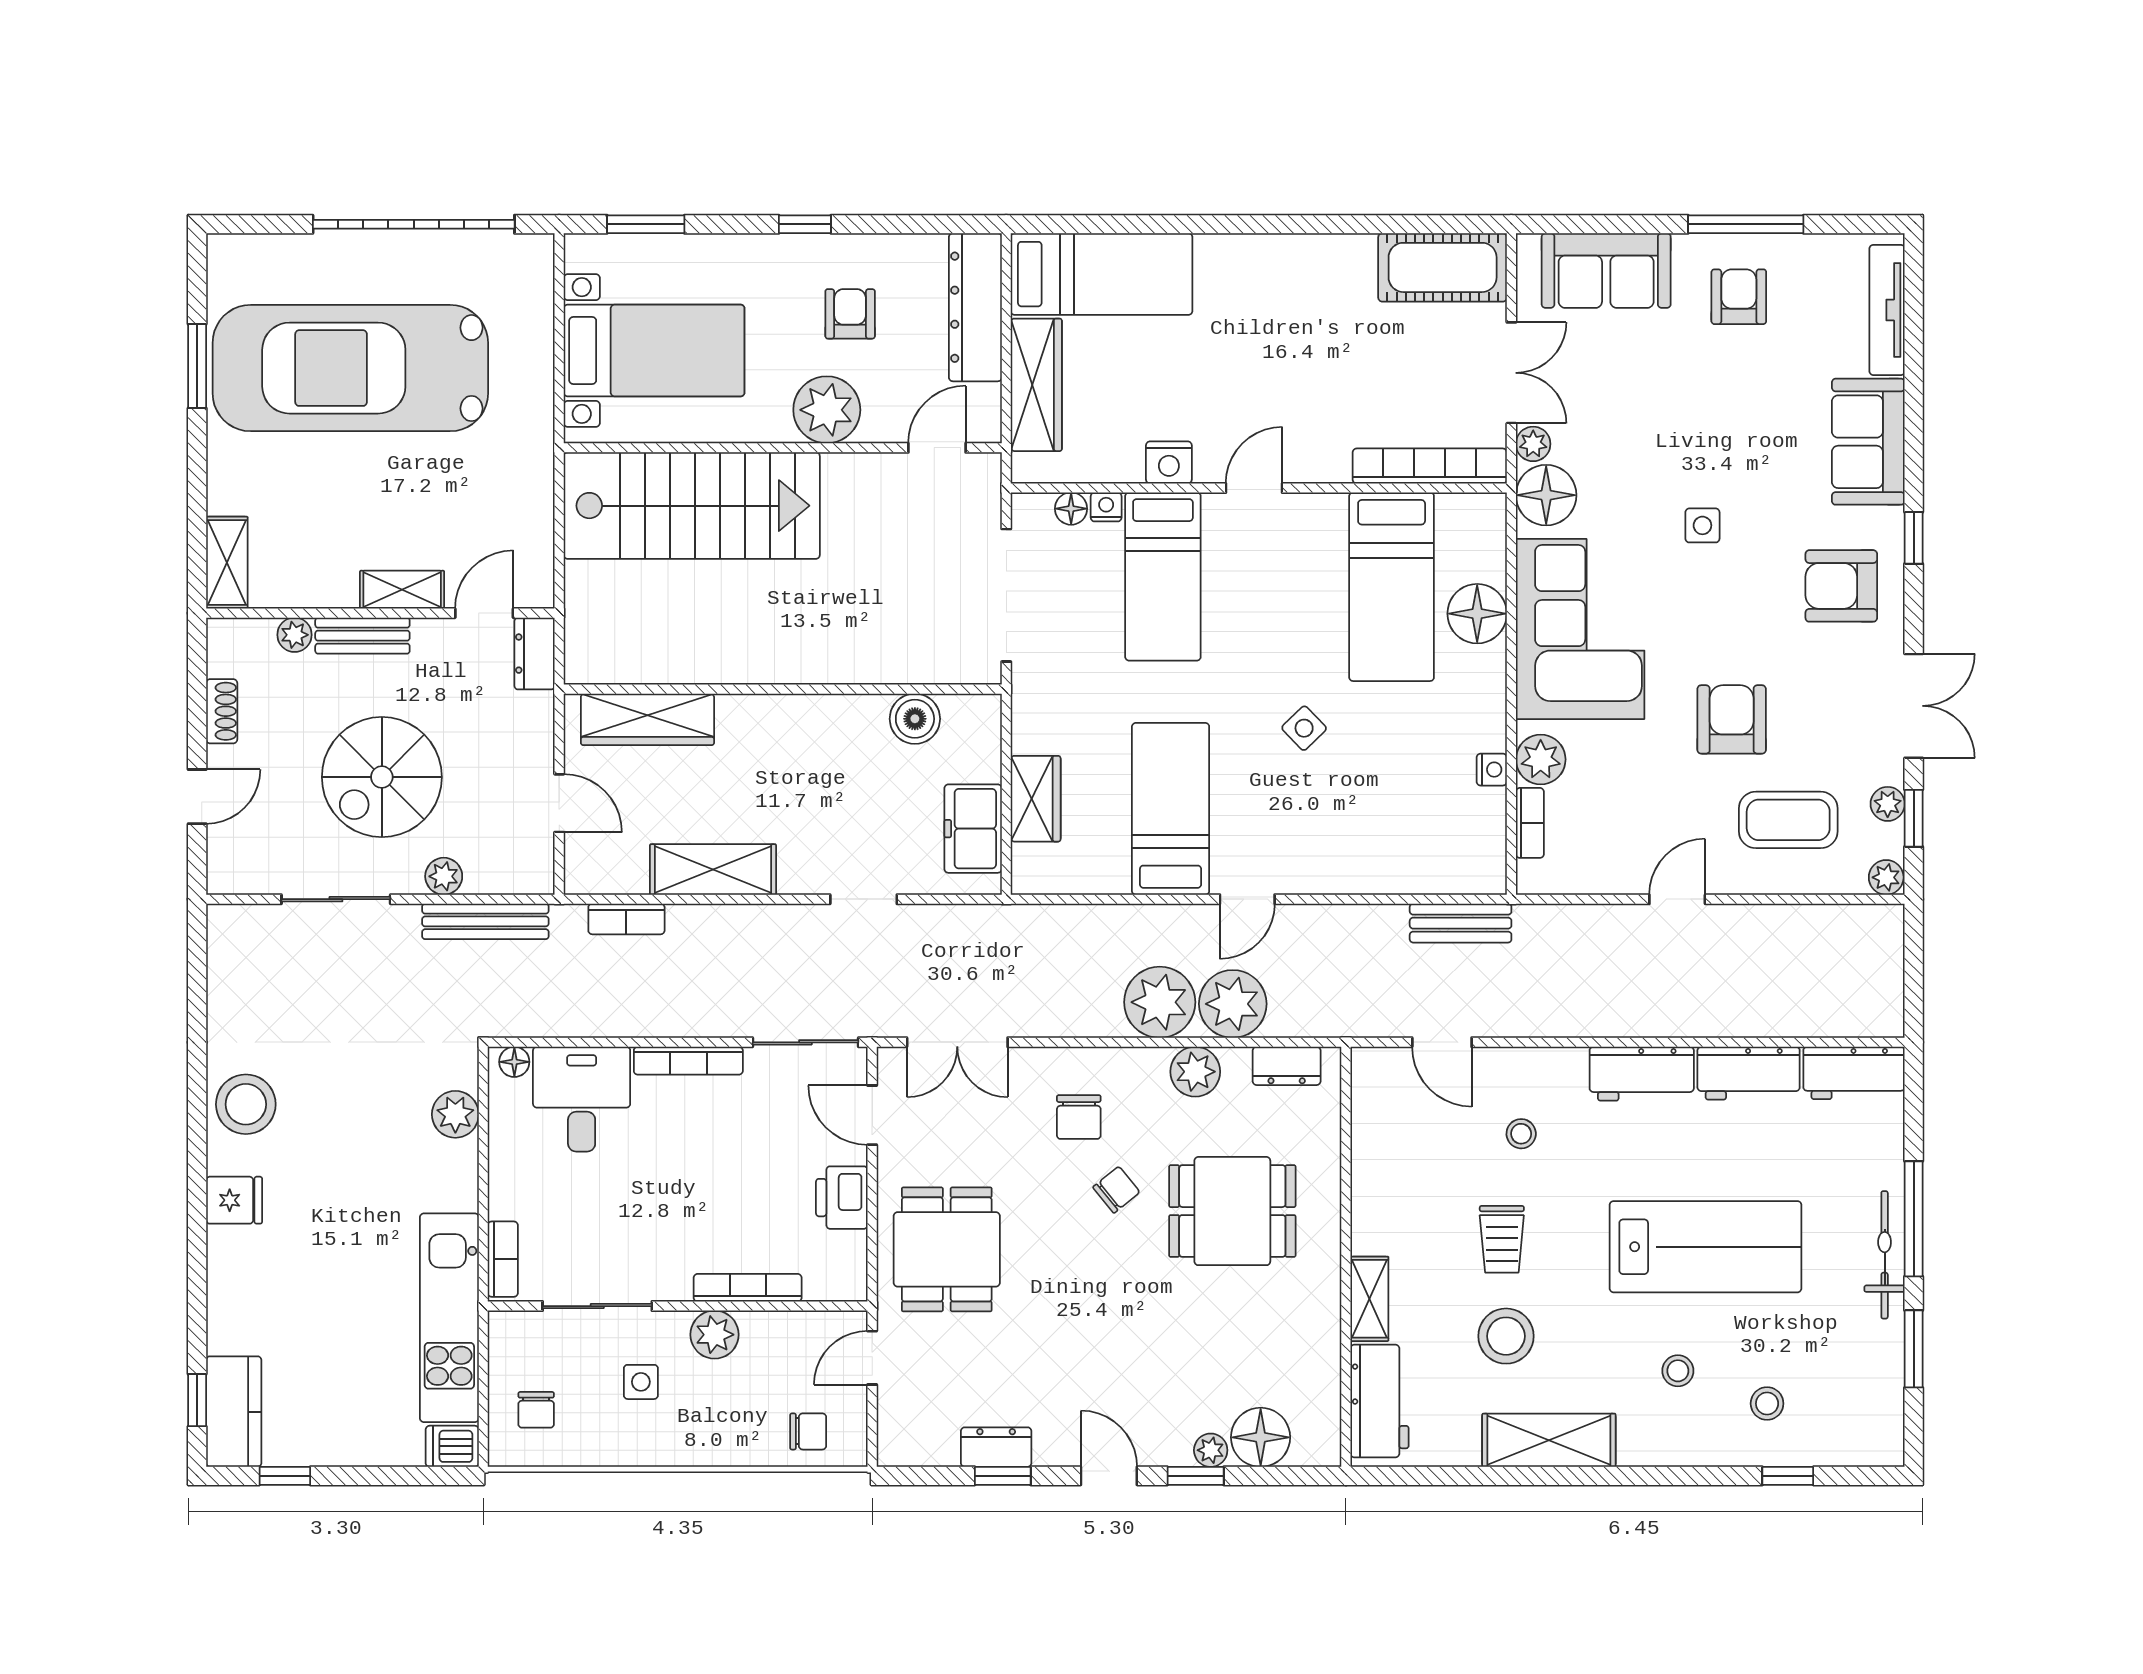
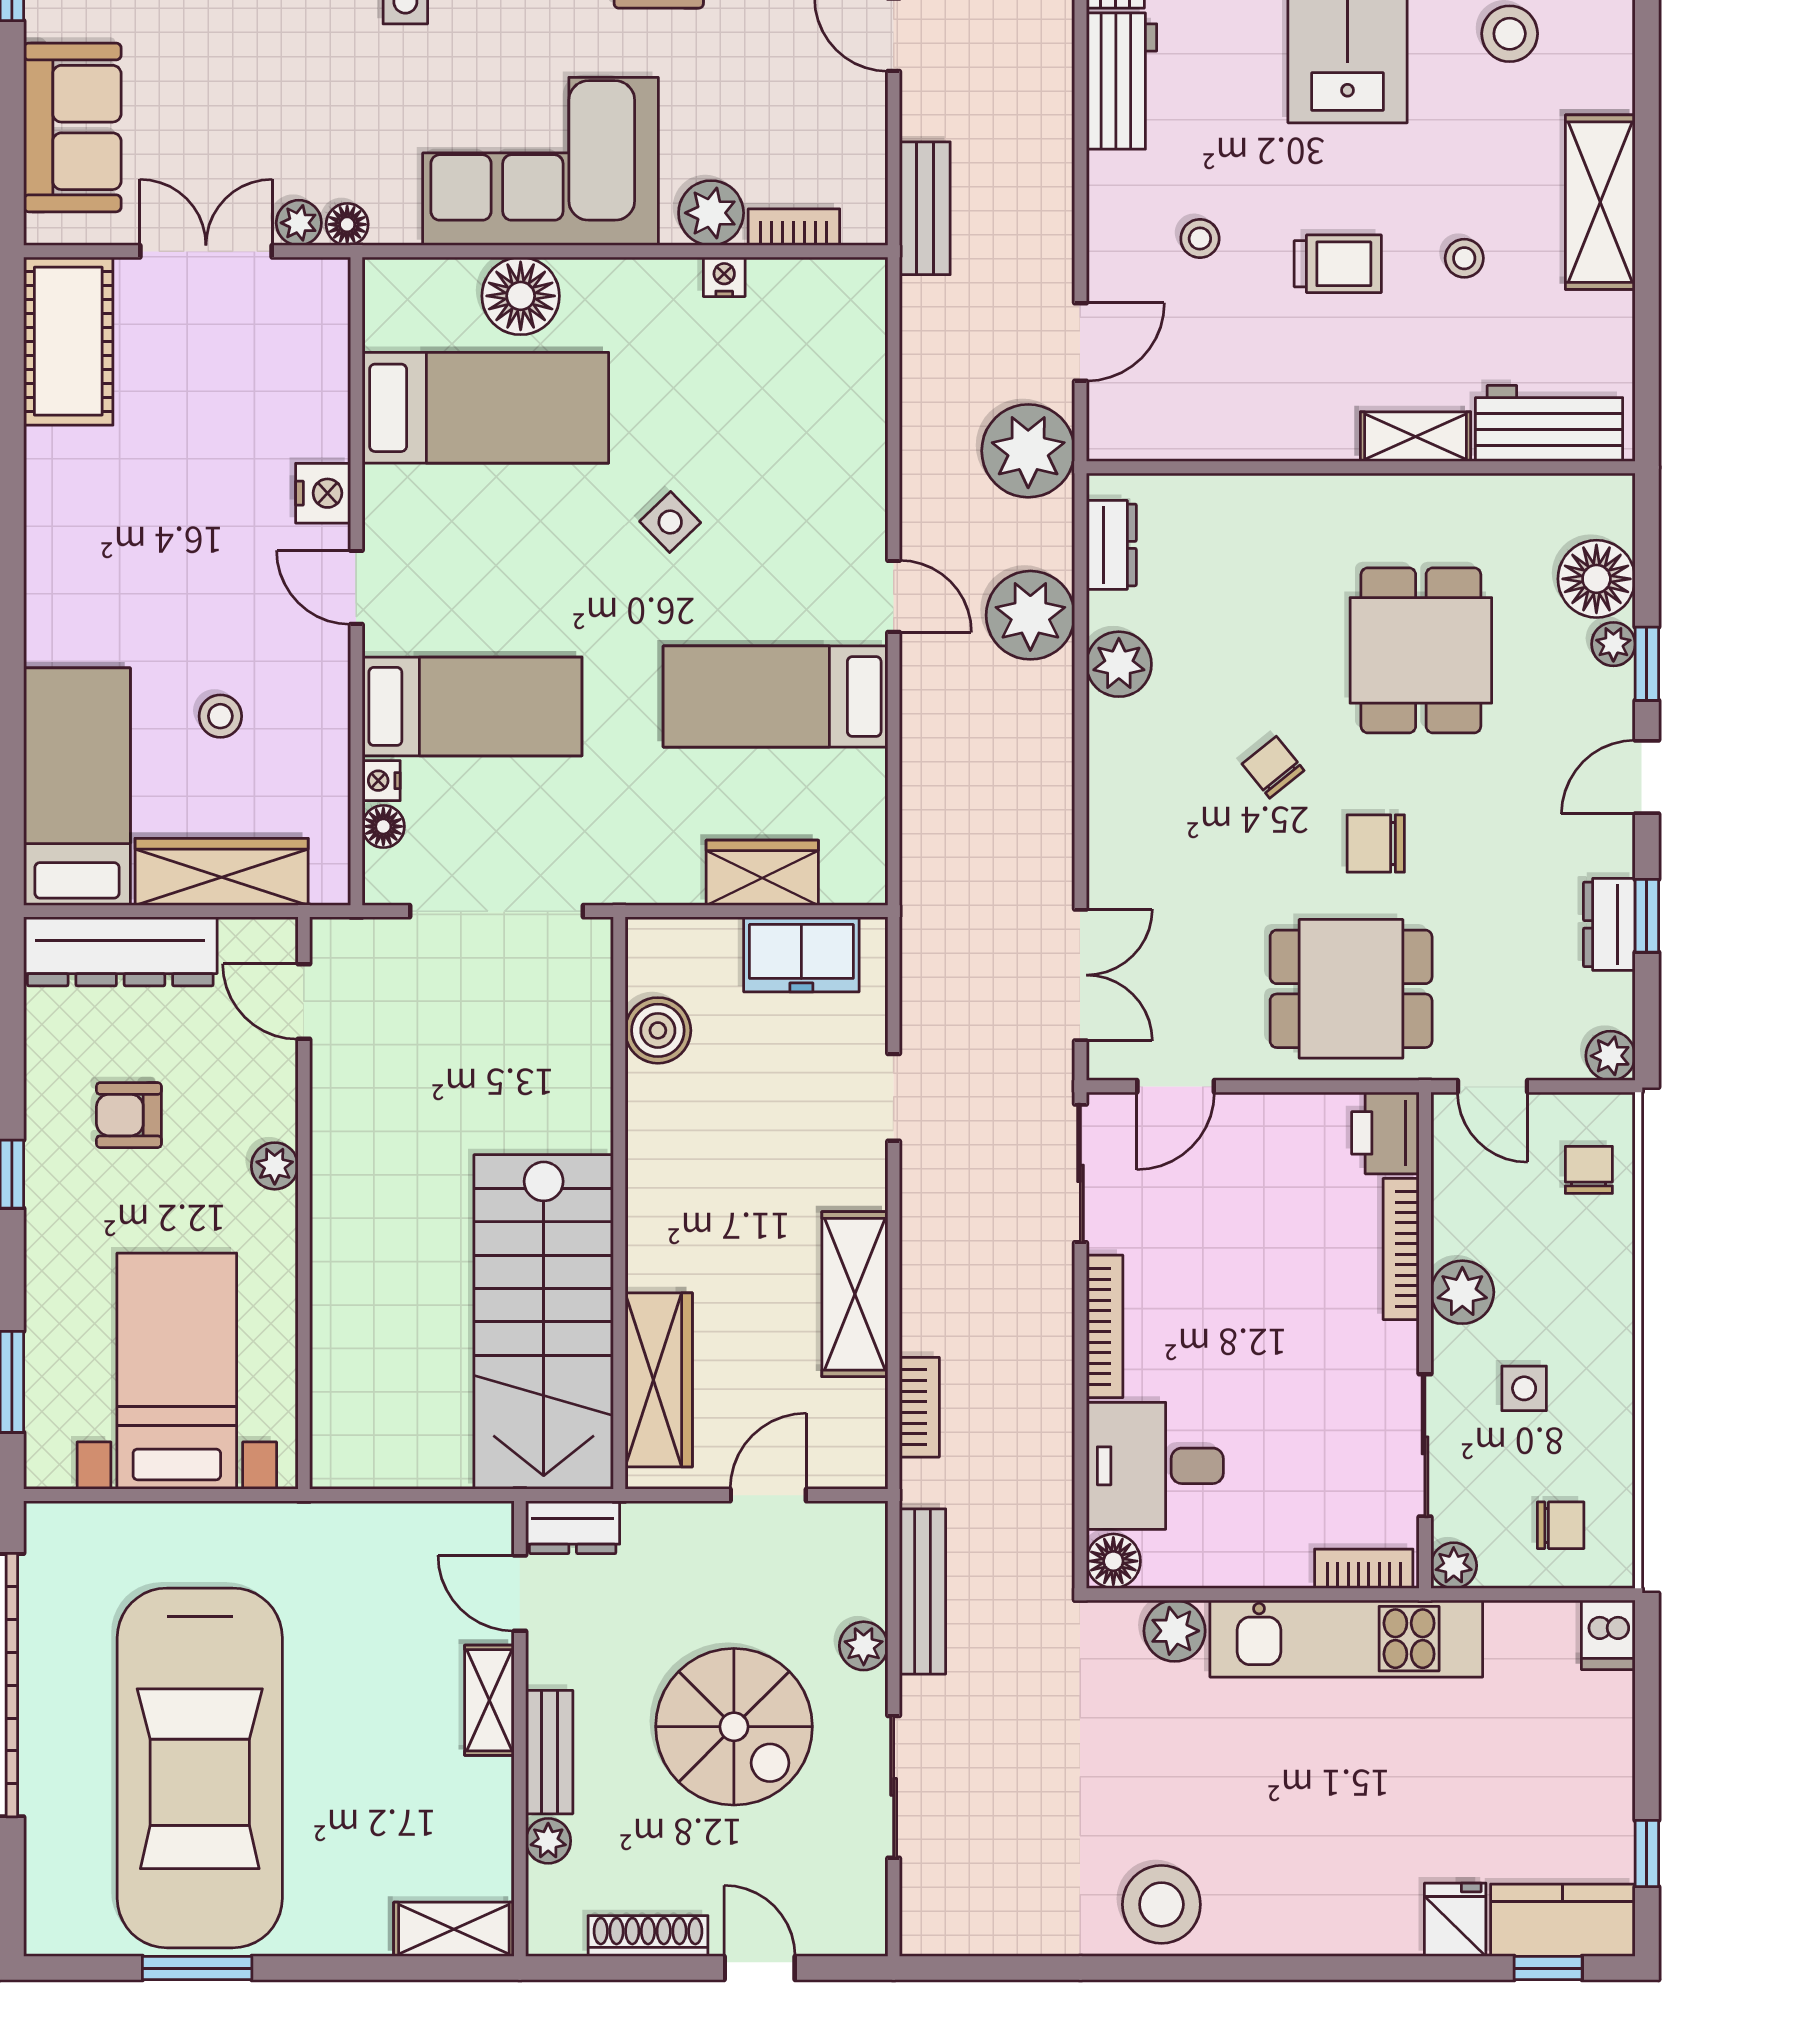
stool: (1155, 384) -> (220, 716), added
plant: (827, 410) -> (275, 1166), width x0.53, depth x0.53
nightstand: (1169, 462) -> (323, 493), moved
bookcase: (1430, 466) -> (328, 358), removed
floor lamp: (1546, 495) -> (347, 224), width x0.53, depth x0.53
stairs: (692, 506) -> (544, 1322), moved, turned 180
shoe rack: (222, 711) -> (648, 1936), width x1.43
bench: (1461, 923) -> (925, 208), moved
plant: (1160, 1002) -> (1028, 451), moved
floor lamp: (514, 1062) -> (1113, 1561), width x1.37, depth x1.37
chair: (1079, 1117) -> (1376, 844), moved, turned 180
printer: (842, 1198) -> (1385, 1133), moved, turned 90
fridge: (234, 1200) -> (1455, 1920), moved
dining table: (1232, 1211) -> (1421, 650), moved
kitchen unit: (449, 1318) -> (1346, 1639), moved
plant: (505, 1328) -> (1454, 1566), added
stool: (1506, 1336) -> (1464, 258), width x0.53, depth x0.53
stool: (1678, 1371) -> (1510, 34), width x1.37, depth x1.37
plant: (895, 1448) -> (1611, 1056), added

